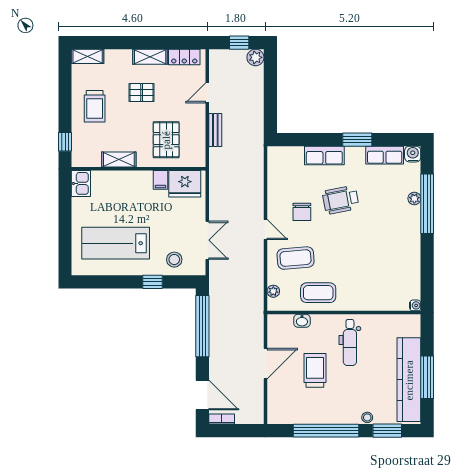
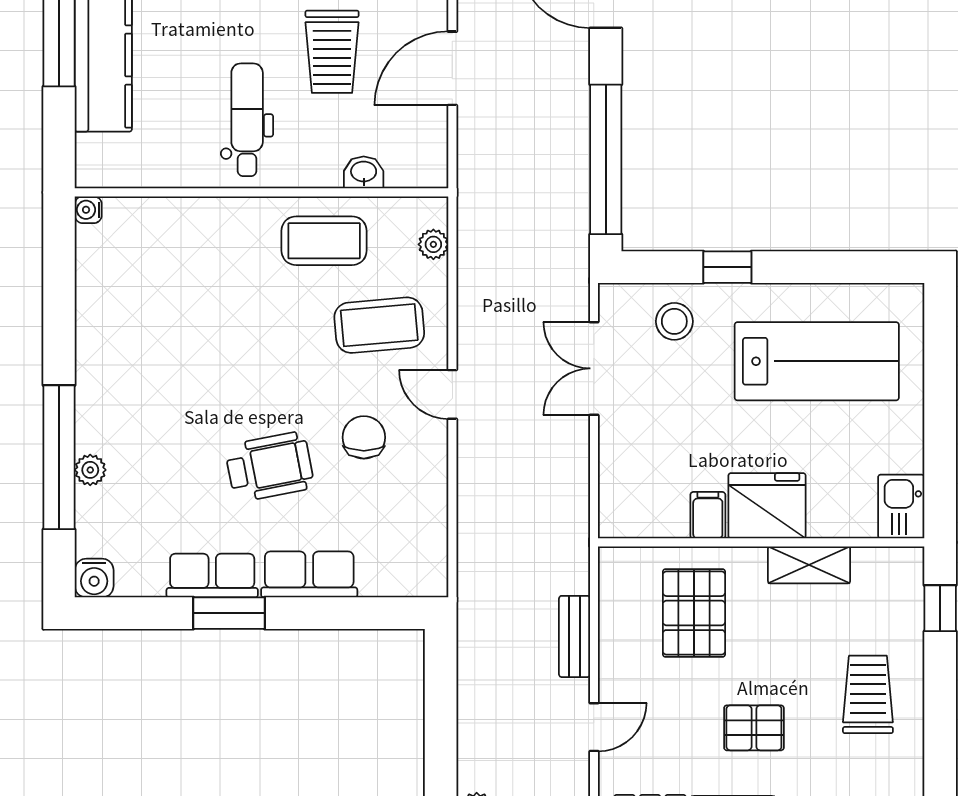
row of seats: (385, 155) -> (212, 576), moved
fridge: (185, 184) -> (767, 506), moved

